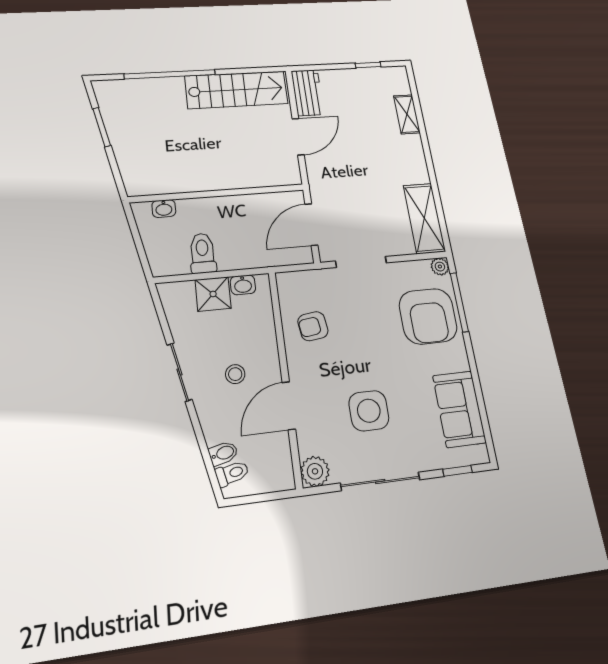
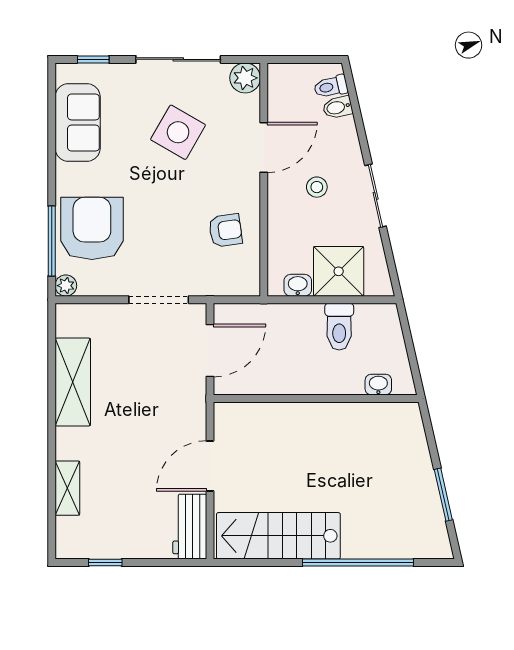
shelving: (424, 218) -> (73, 382), moved
shower: (213, 294) -> (339, 271), width x1.36, depth x1.36
side table: (369, 411) -> (178, 132), turned 30

